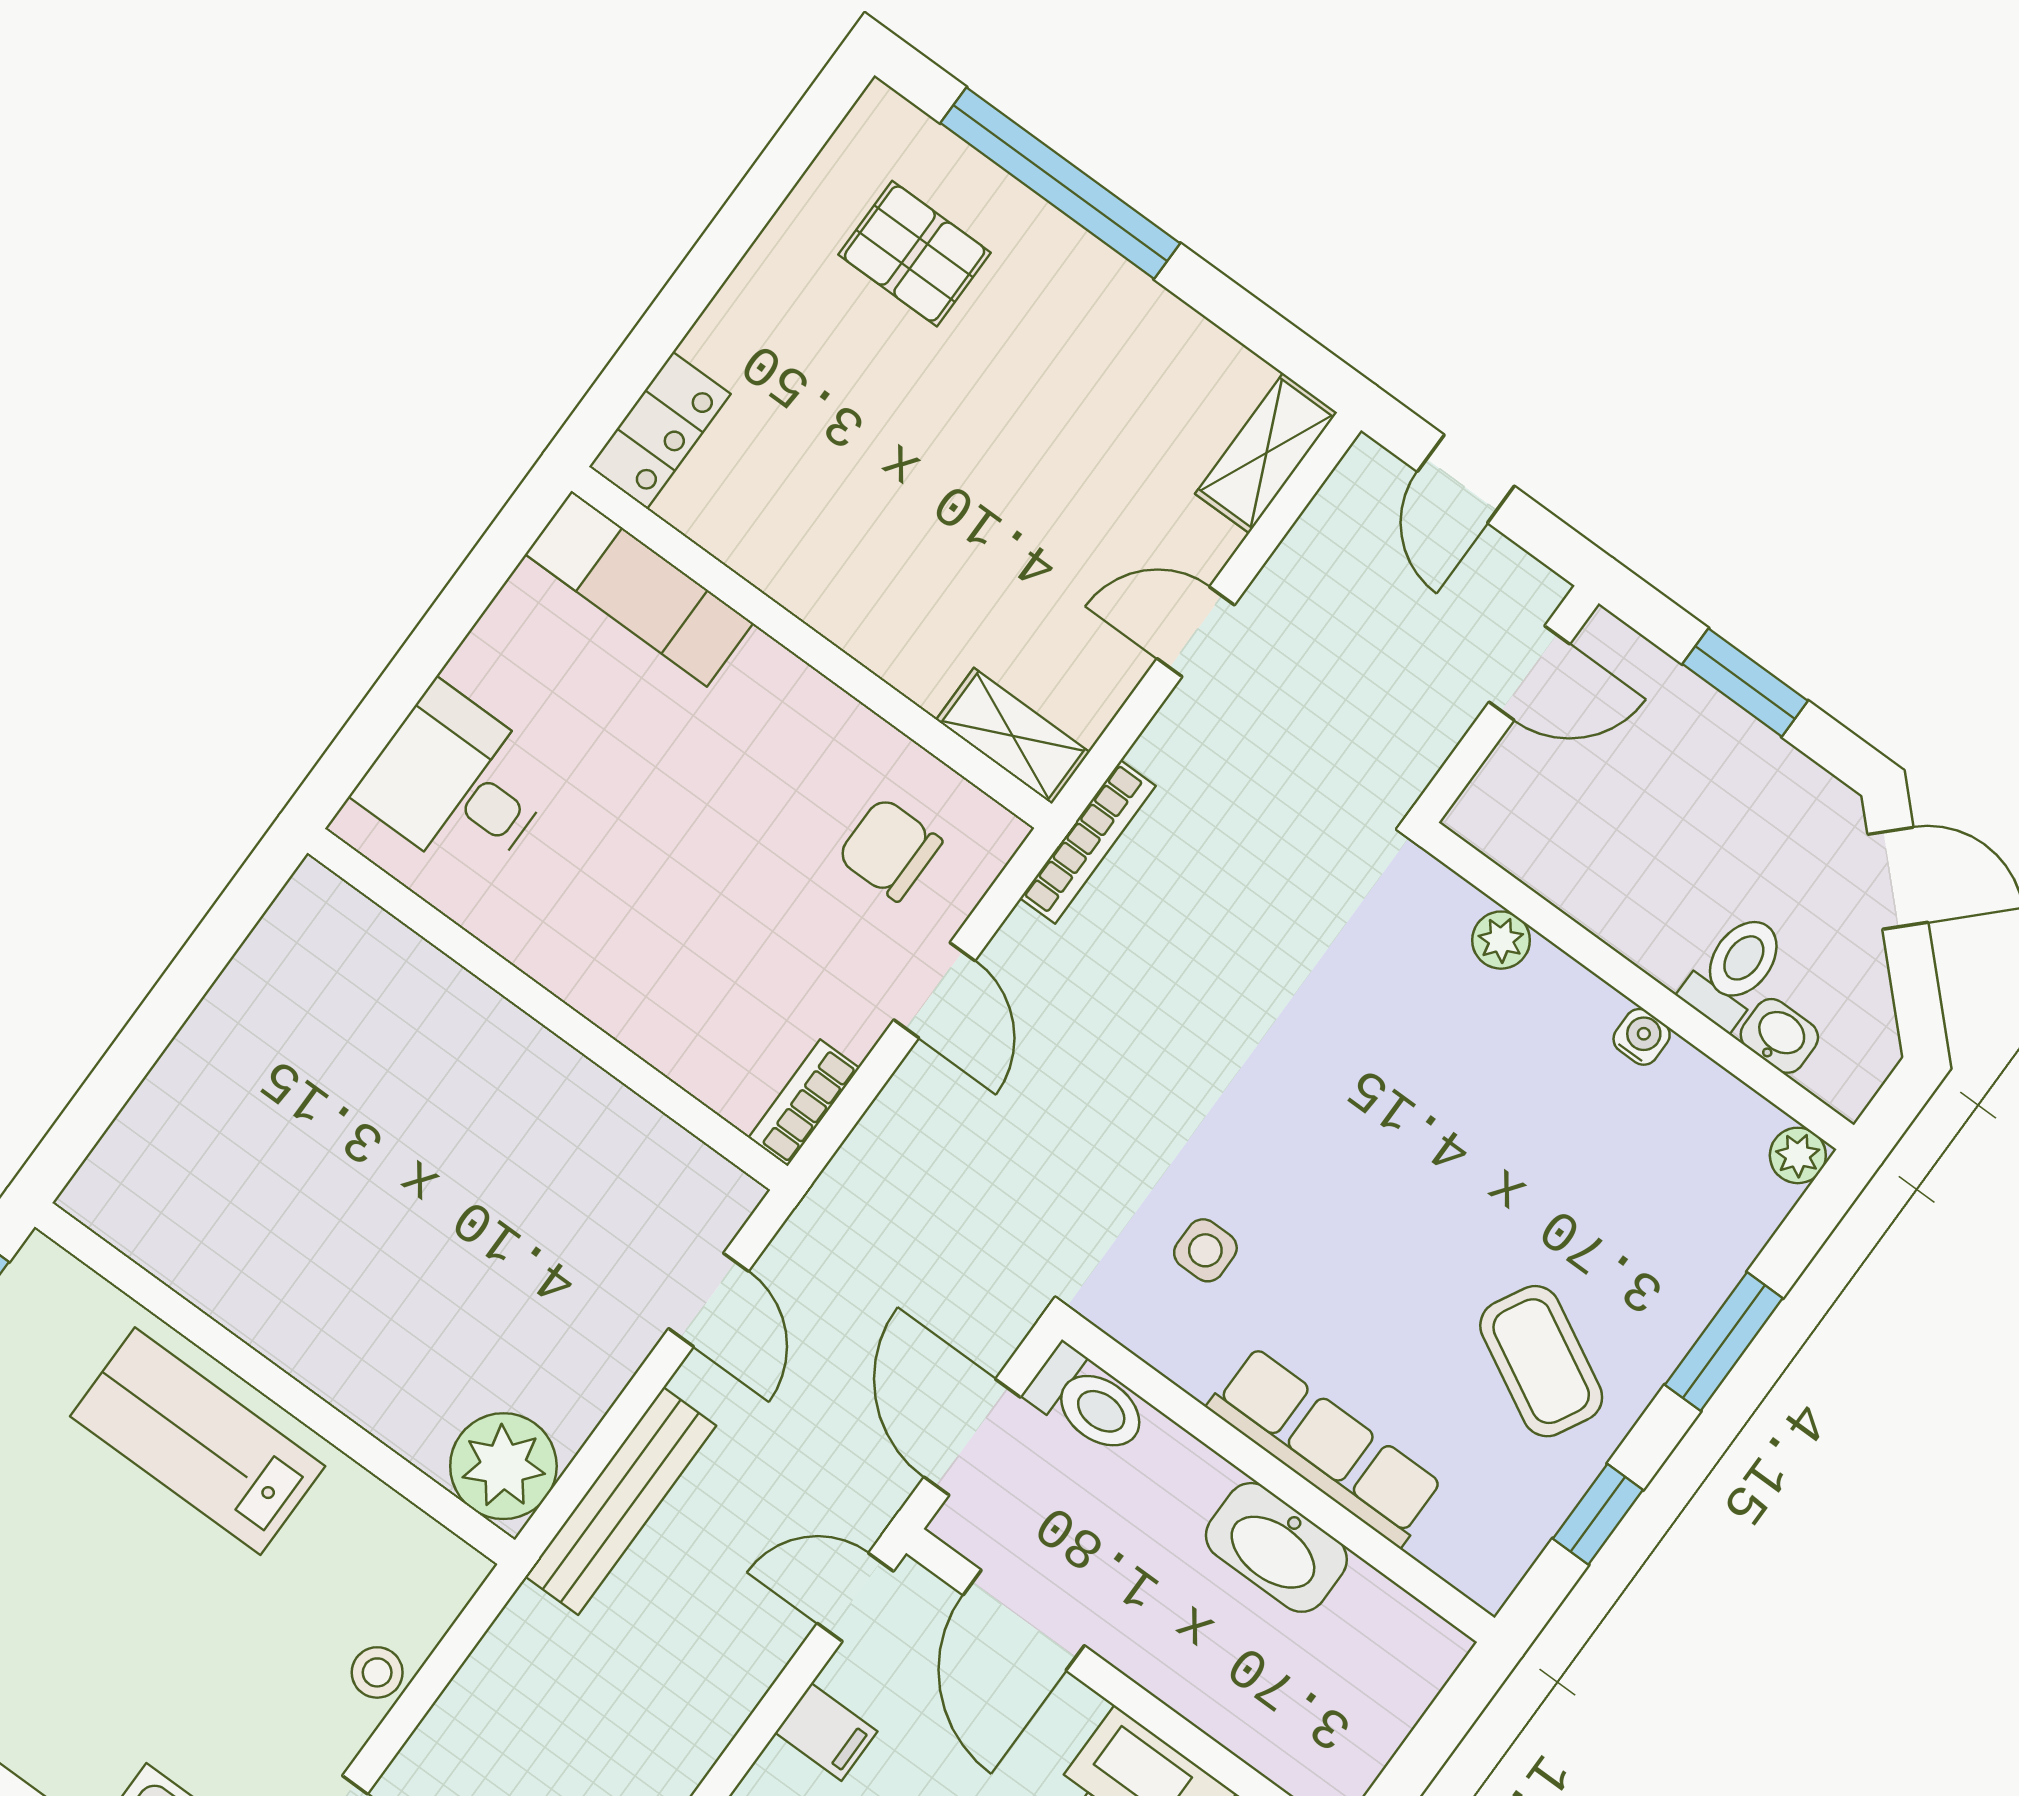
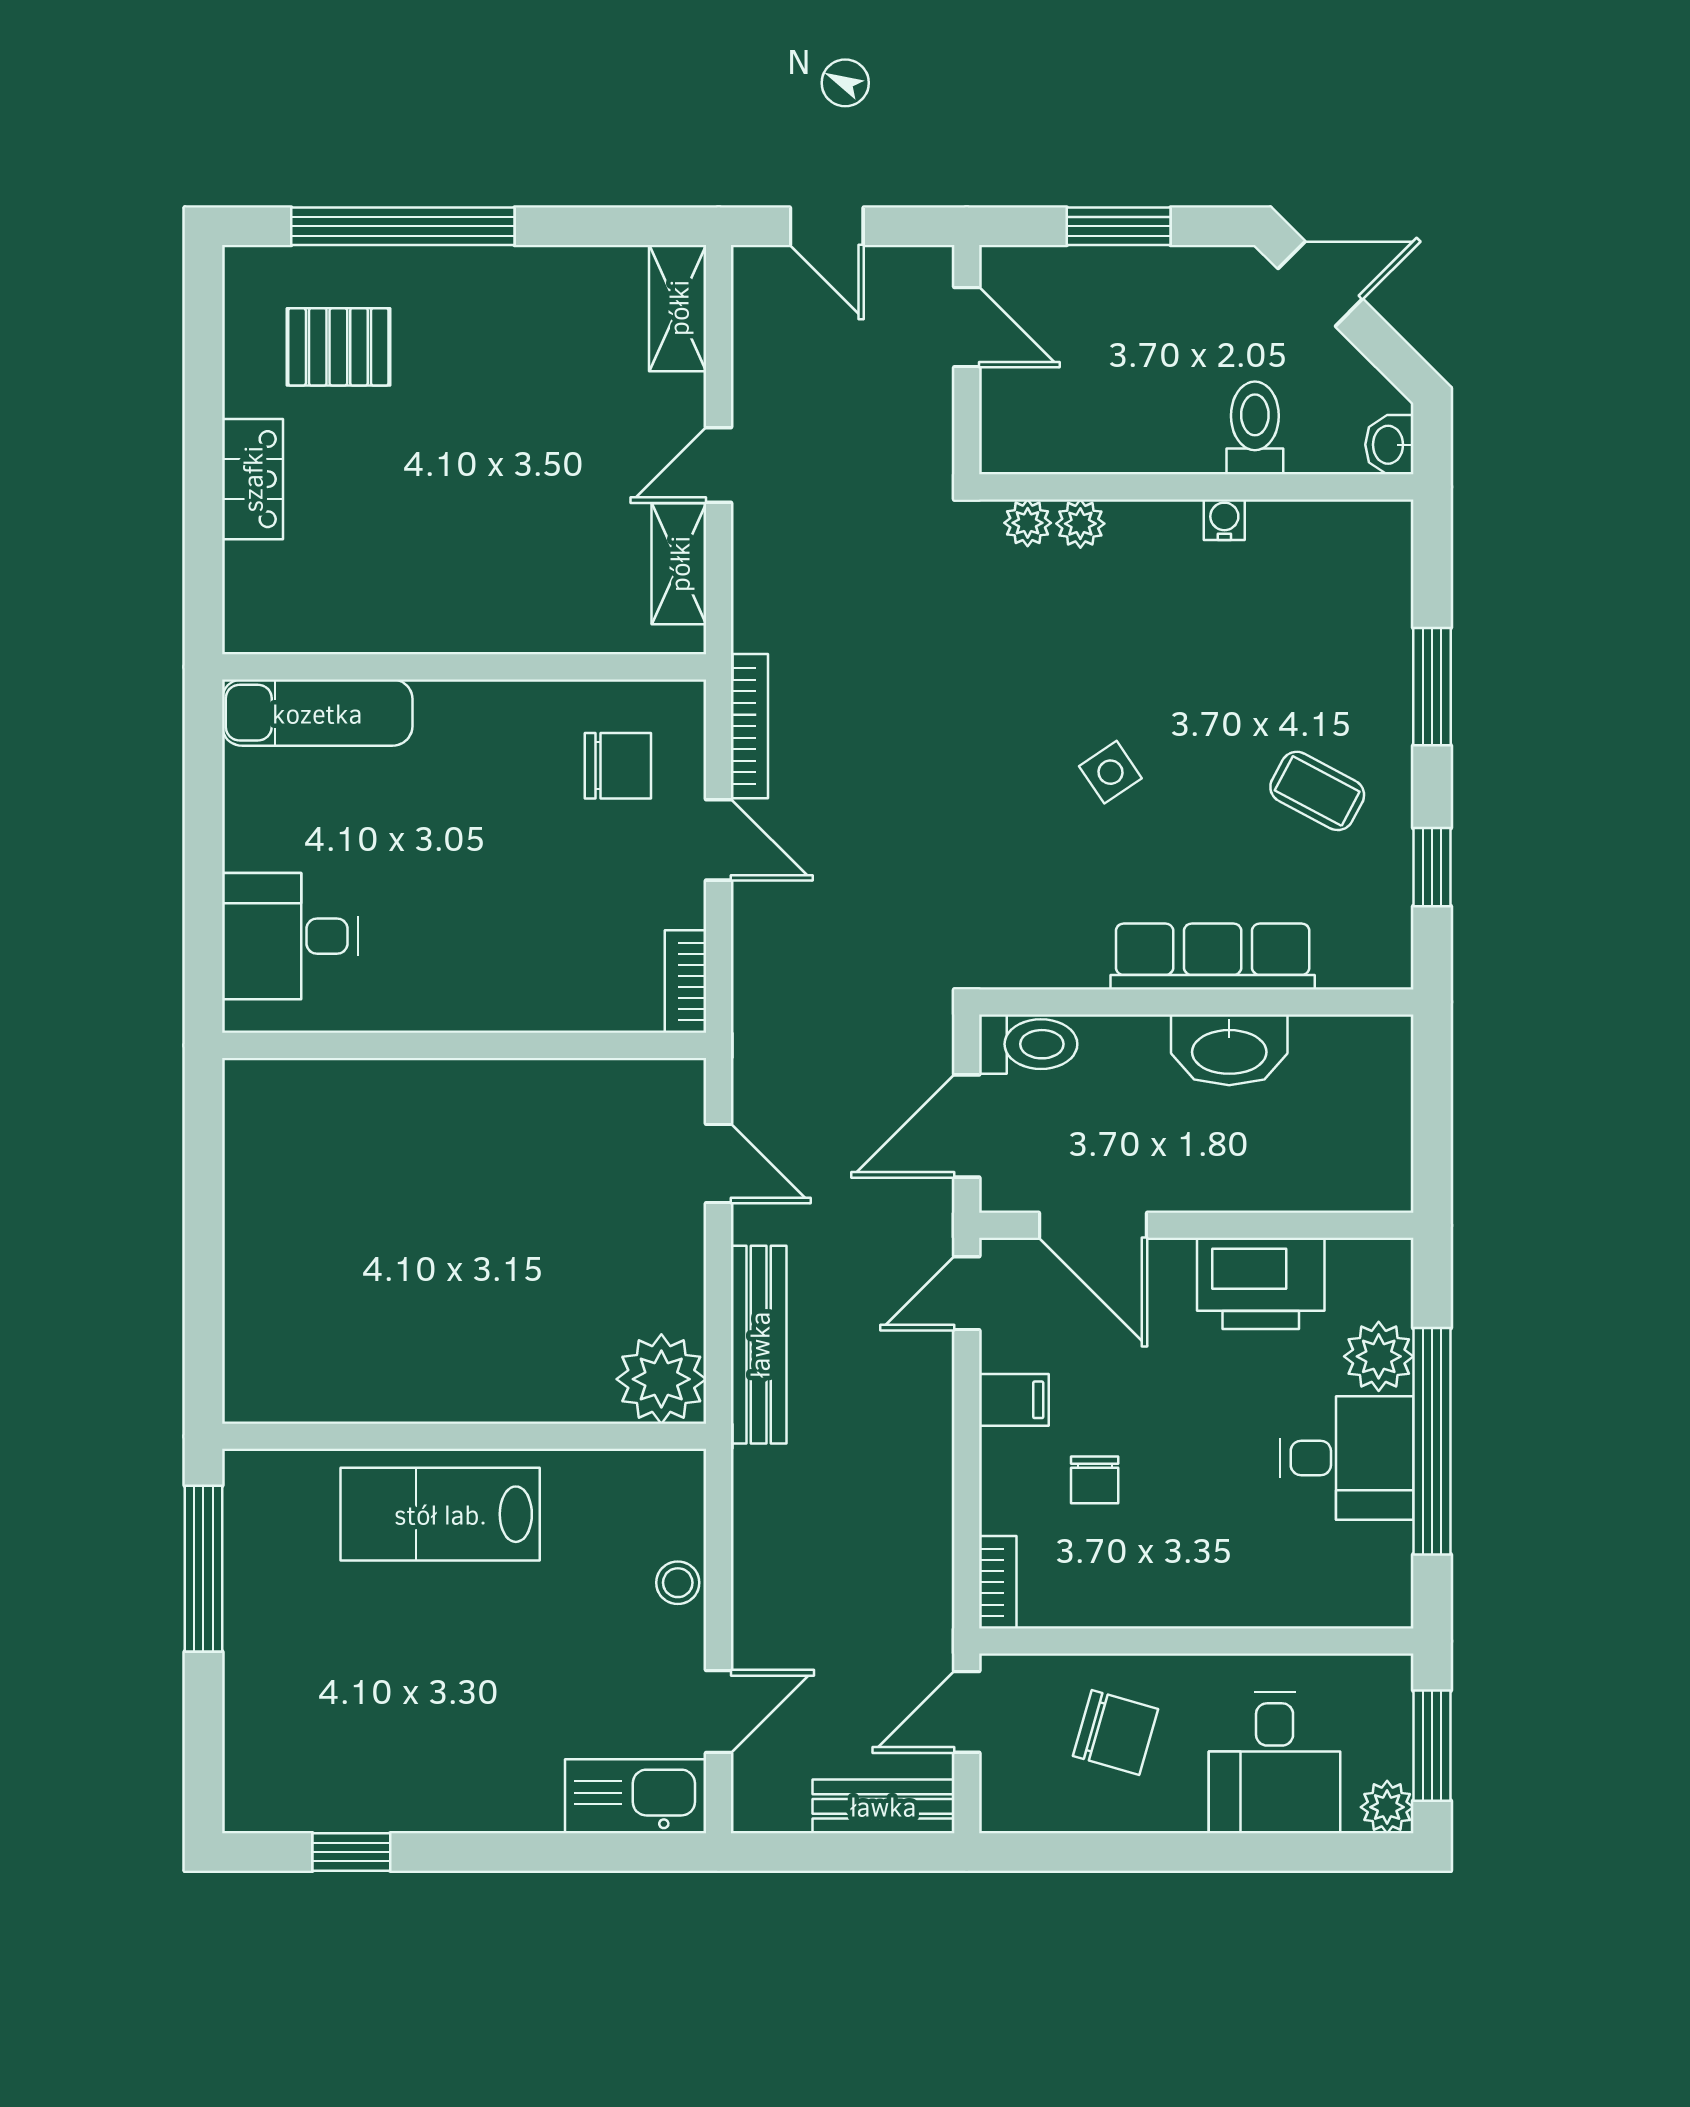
locker: (660, 430) -> (252, 479), moved
door: (1529, 673) -> (967, 327), hinge flipped
shelving: (1013, 736) -> (679, 564), moved, turned 90
bookcase: (1088, 842) -> (749, 726), moved
chair: (890, 849) -> (618, 766), turned 180
washbasin: (1779, 1036) -> (1389, 445), moved, turned -90
plant: (1798, 1155) -> (1028, 523), moved
side table: (1205, 1250) -> (1110, 772), moved, turned -34
coffee table: (1541, 1361) -> (1317, 791), width x0.73, depth x0.77
door: (972, 1437) -> (967, 1126), hinge flipped

